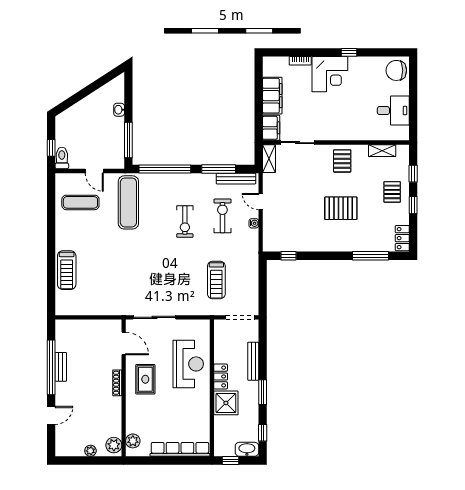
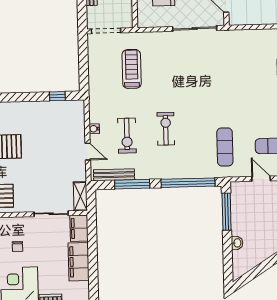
chair: (331, 112) -> (18, 246), added
exercise mat: (128, 202) -> (225, 147), width x0.73, depth x0.69

